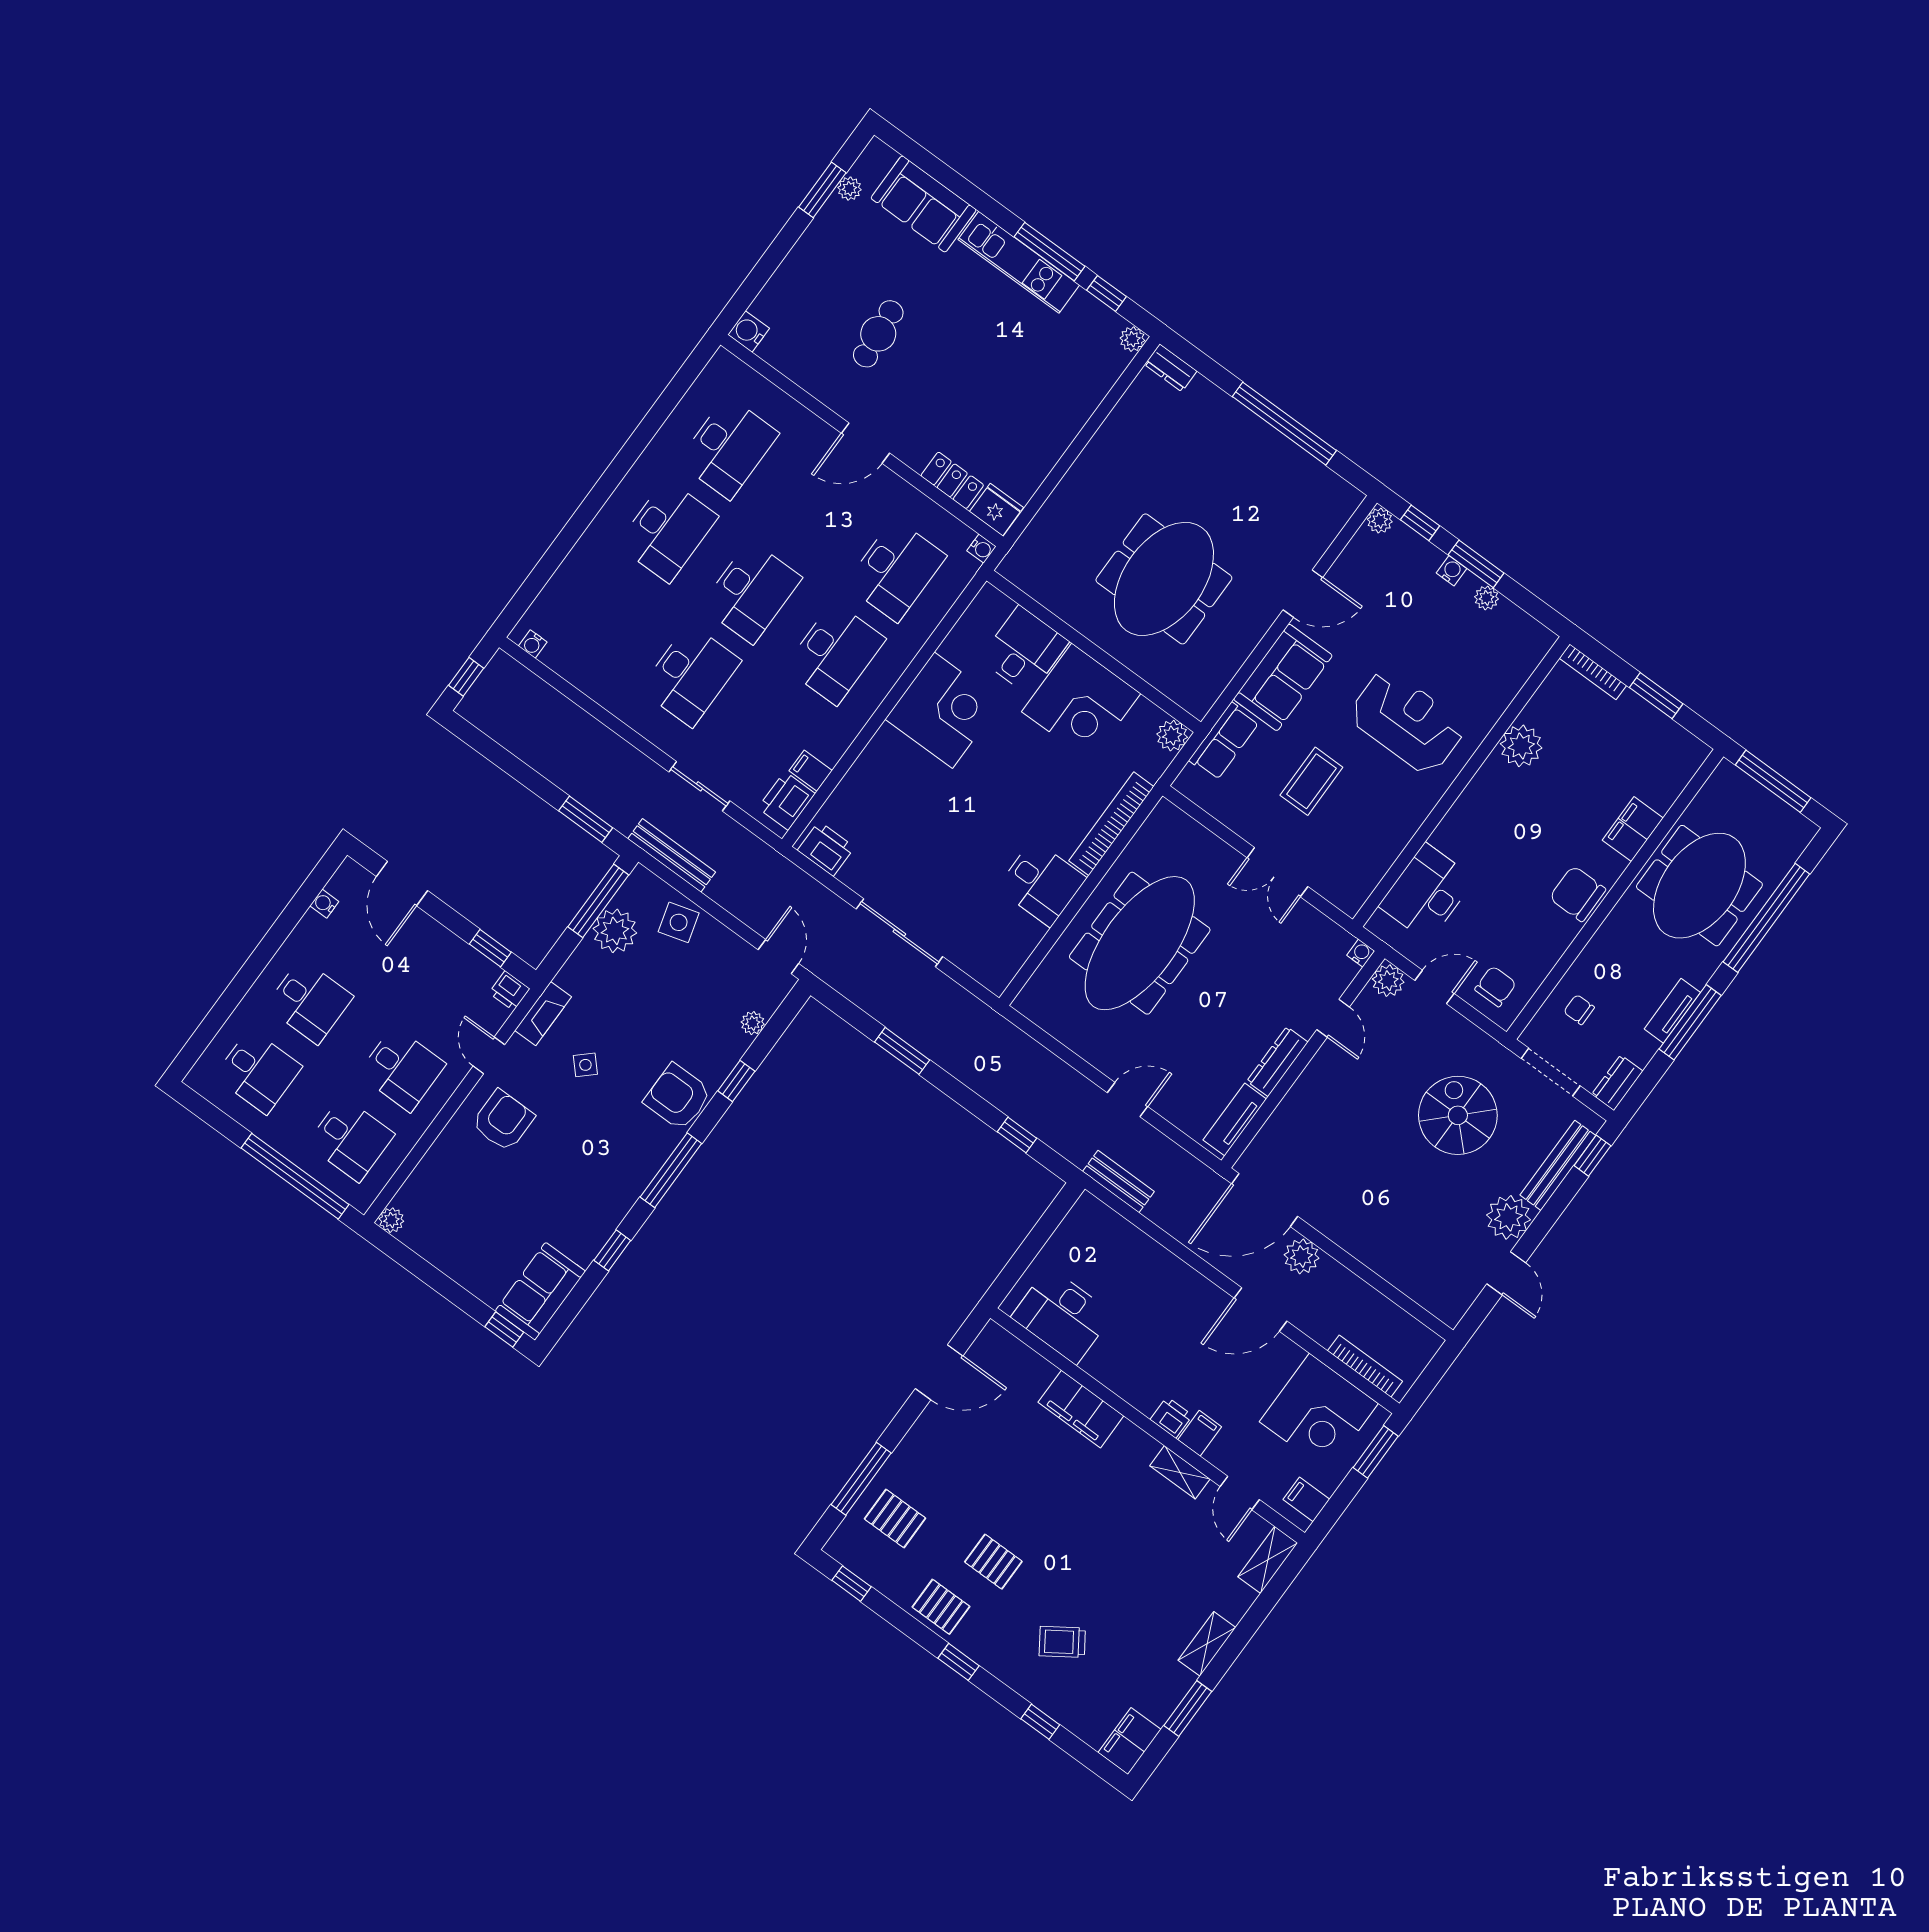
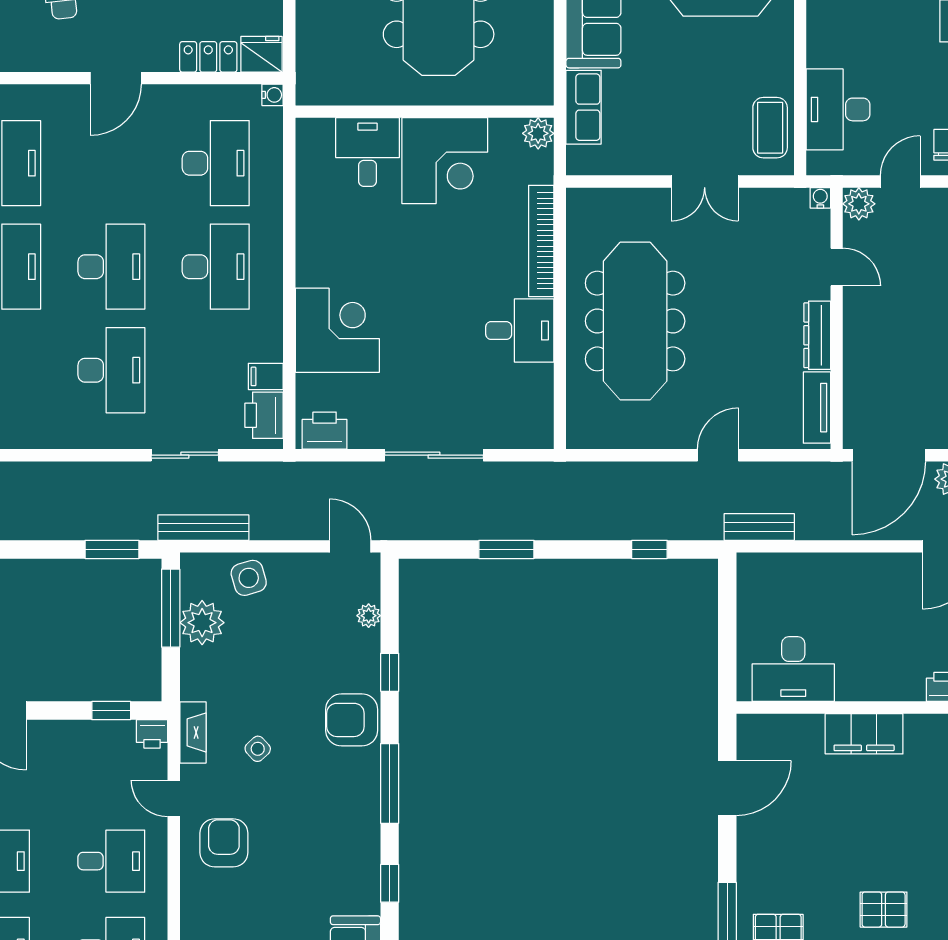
corner desk: (943, 710) -> (337, 330), moved
coffee table: (1311, 781) -> (770, 128), moved

